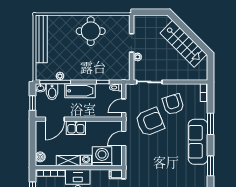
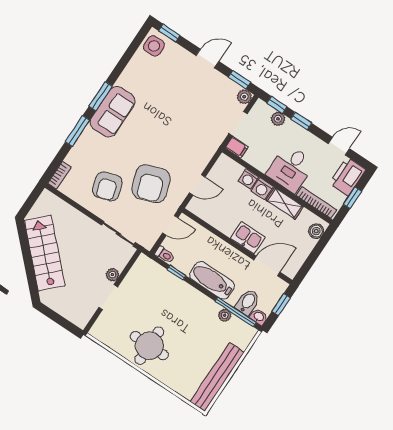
armchair: (150, 122) -> (151, 184), turned -87
sofa: (198, 142) -> (113, 112), width x0.73
washing machine: (102, 156) -> (248, 179), width x0.53, depth x0.53
window: (210, 166) -> (101, 96), moved

